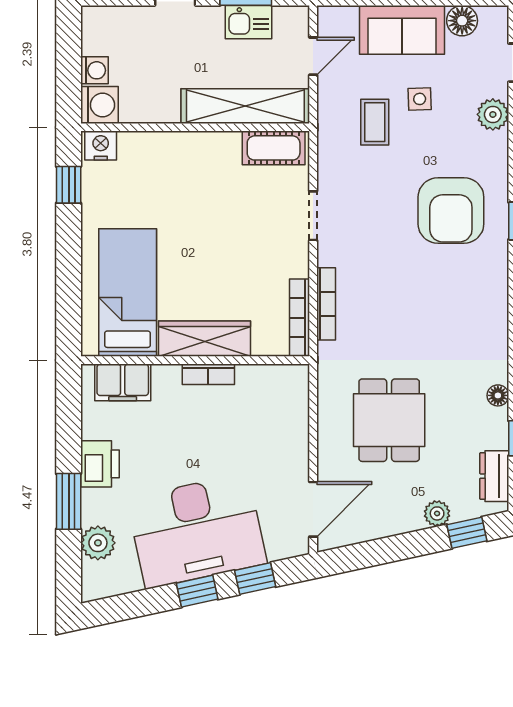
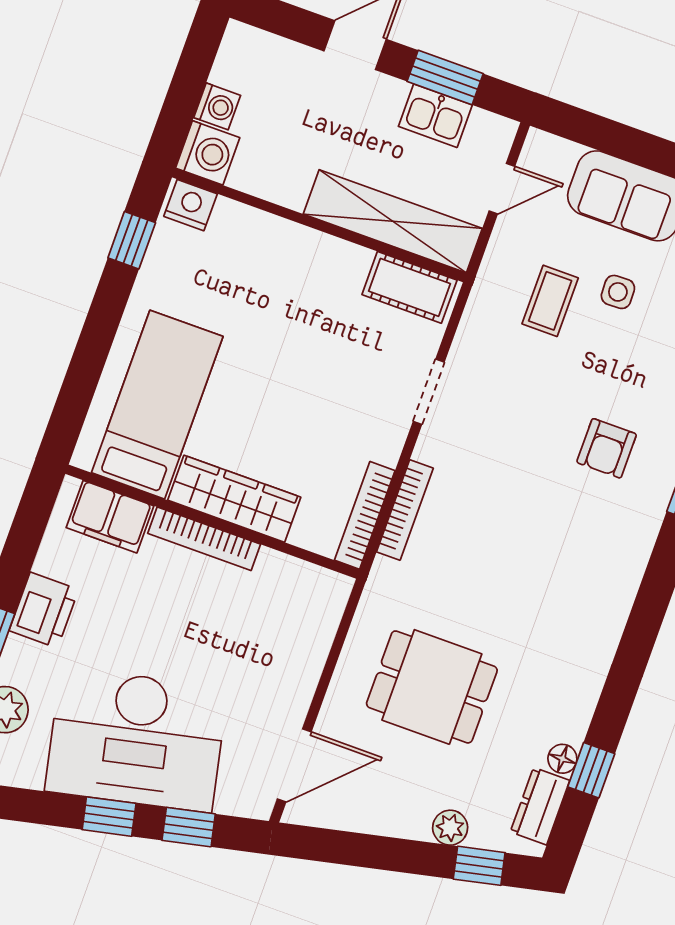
armchair: (451, 210) -> (607, 448), width x0.53, depth x0.53
bookcase: (208, 374) -> (204, 539), width x1.56
floor lamp: (498, 395) -> (562, 759), moved
dining table: (389, 420) -> (432, 687), turned 90

